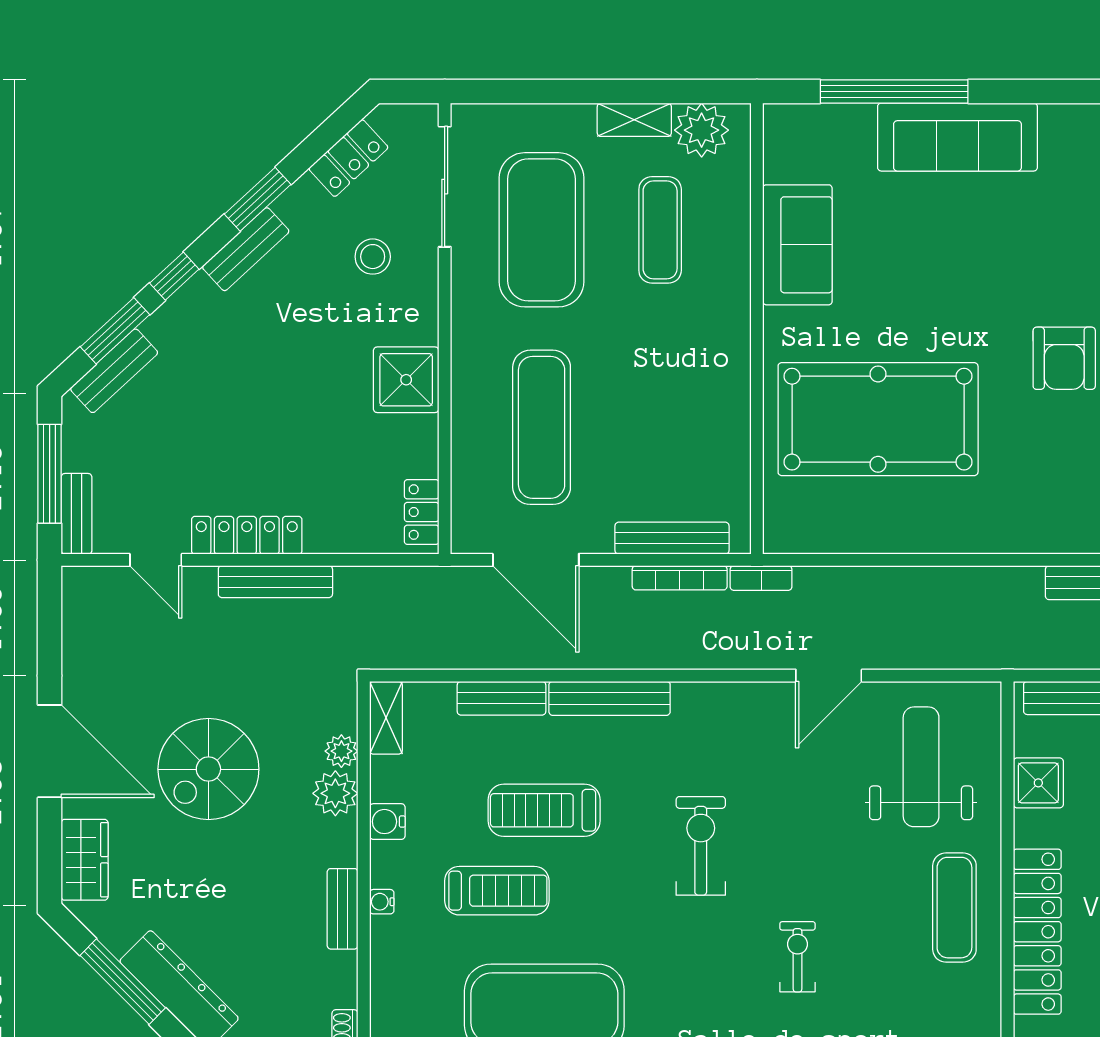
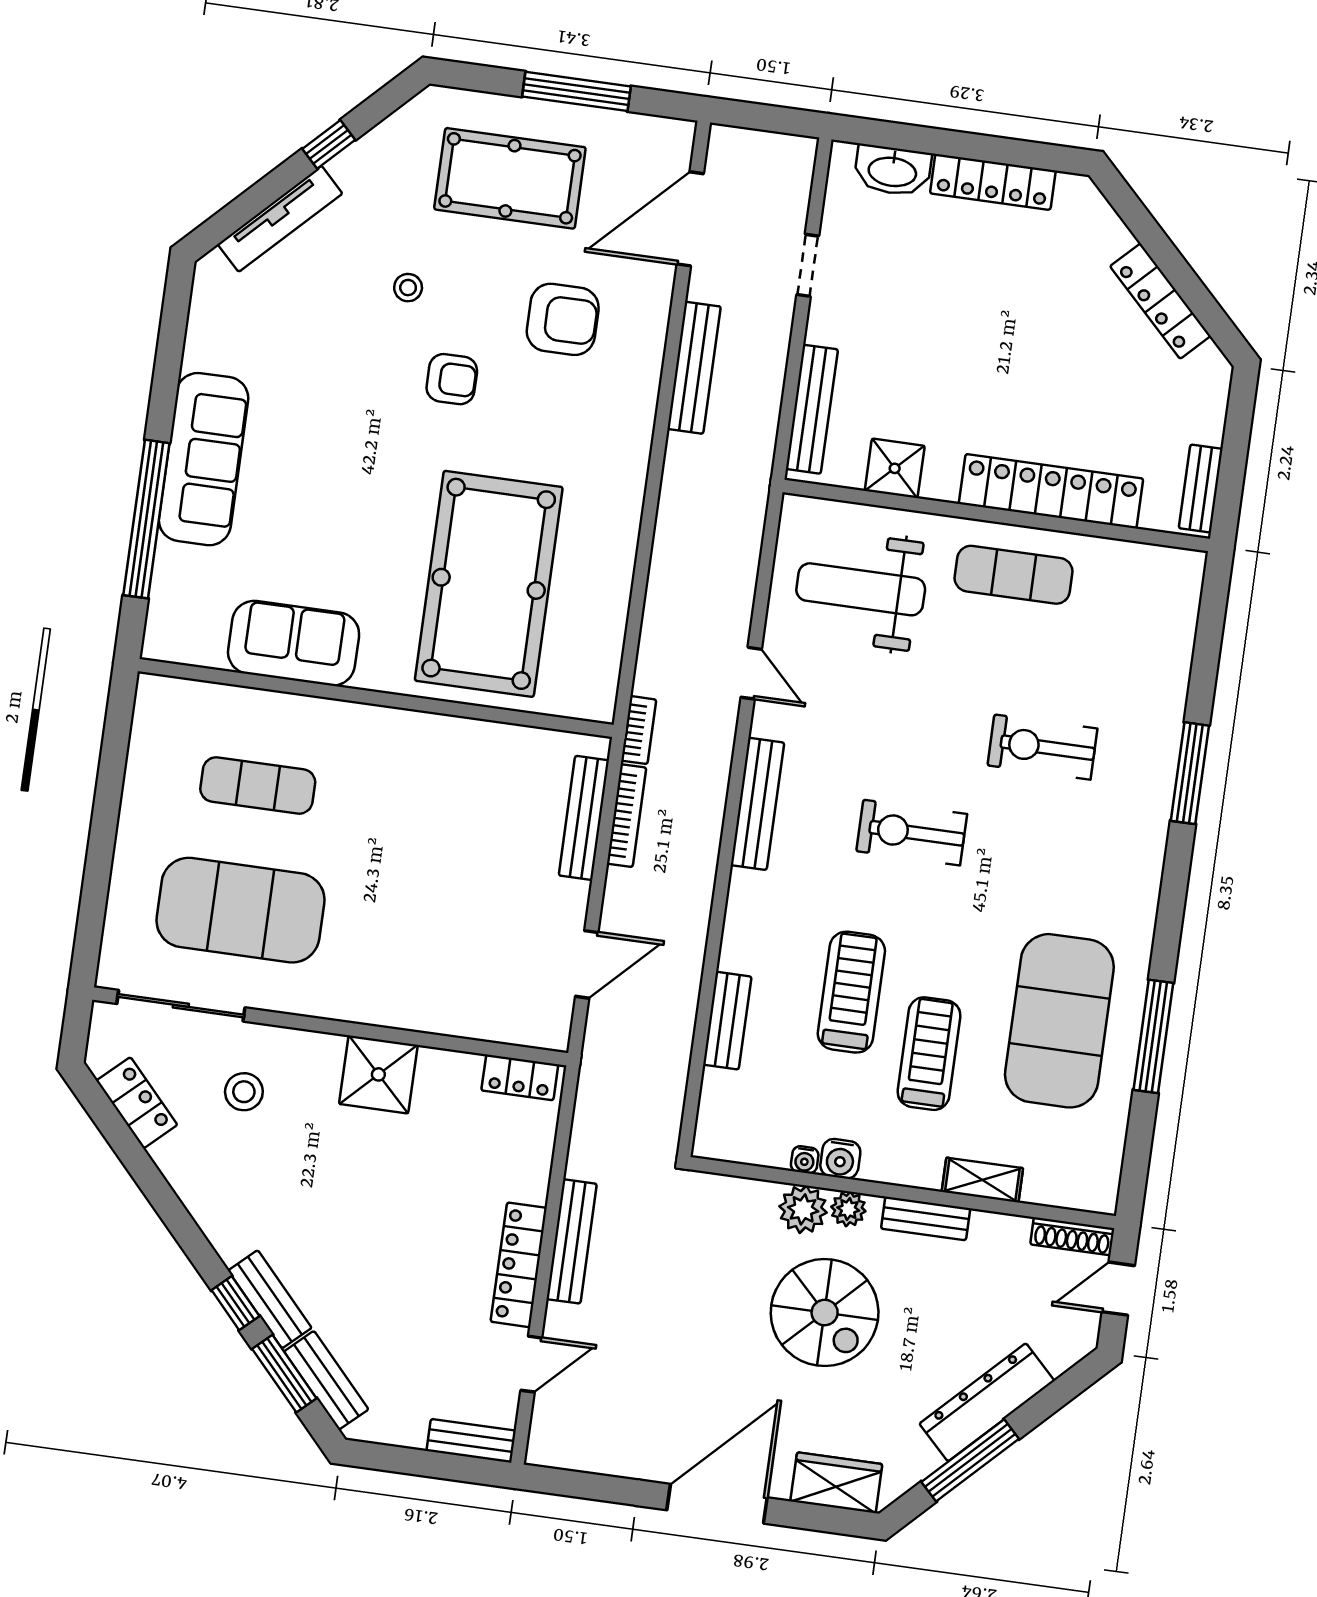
shelving: (634, 120) -> (138, 796), removed
plant: (702, 130) -> (159, 727), removed
window: (258, 199) -> (167, 1204), removed
bench: (246, 249) -> (270, 1299), moved
armchair: (1064, 358) -> (452, 379), width x0.72, depth x0.72
exercise mat: (542, 427) -> (448, 939), removed
window: (50, 474) -> (425, 1463), removed
door: (536, 560) -> (587, 964), width x0.73
door: (829, 676) -> (751, 673), width x0.73
bench: (610, 698) -> (757, 804), moved
shelving: (386, 718) -> (982, 1180), moved
plant: (341, 751) -> (848, 1209), moved
spiral stairs: (208, 769) -> (825, 1313), moved
treadmill: (544, 810) -> (851, 992), turned 180
water cooler: (382, 902) -> (805, 1160), moved
exercise bike: (797, 957) -> (1042, 747), width x1.38, depth x1.39

